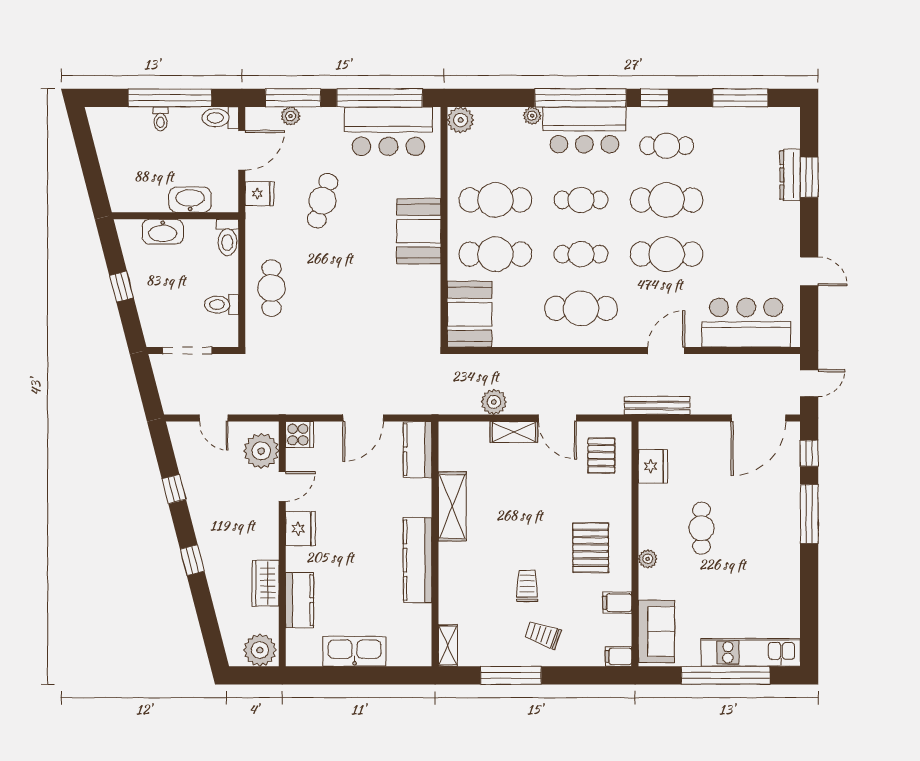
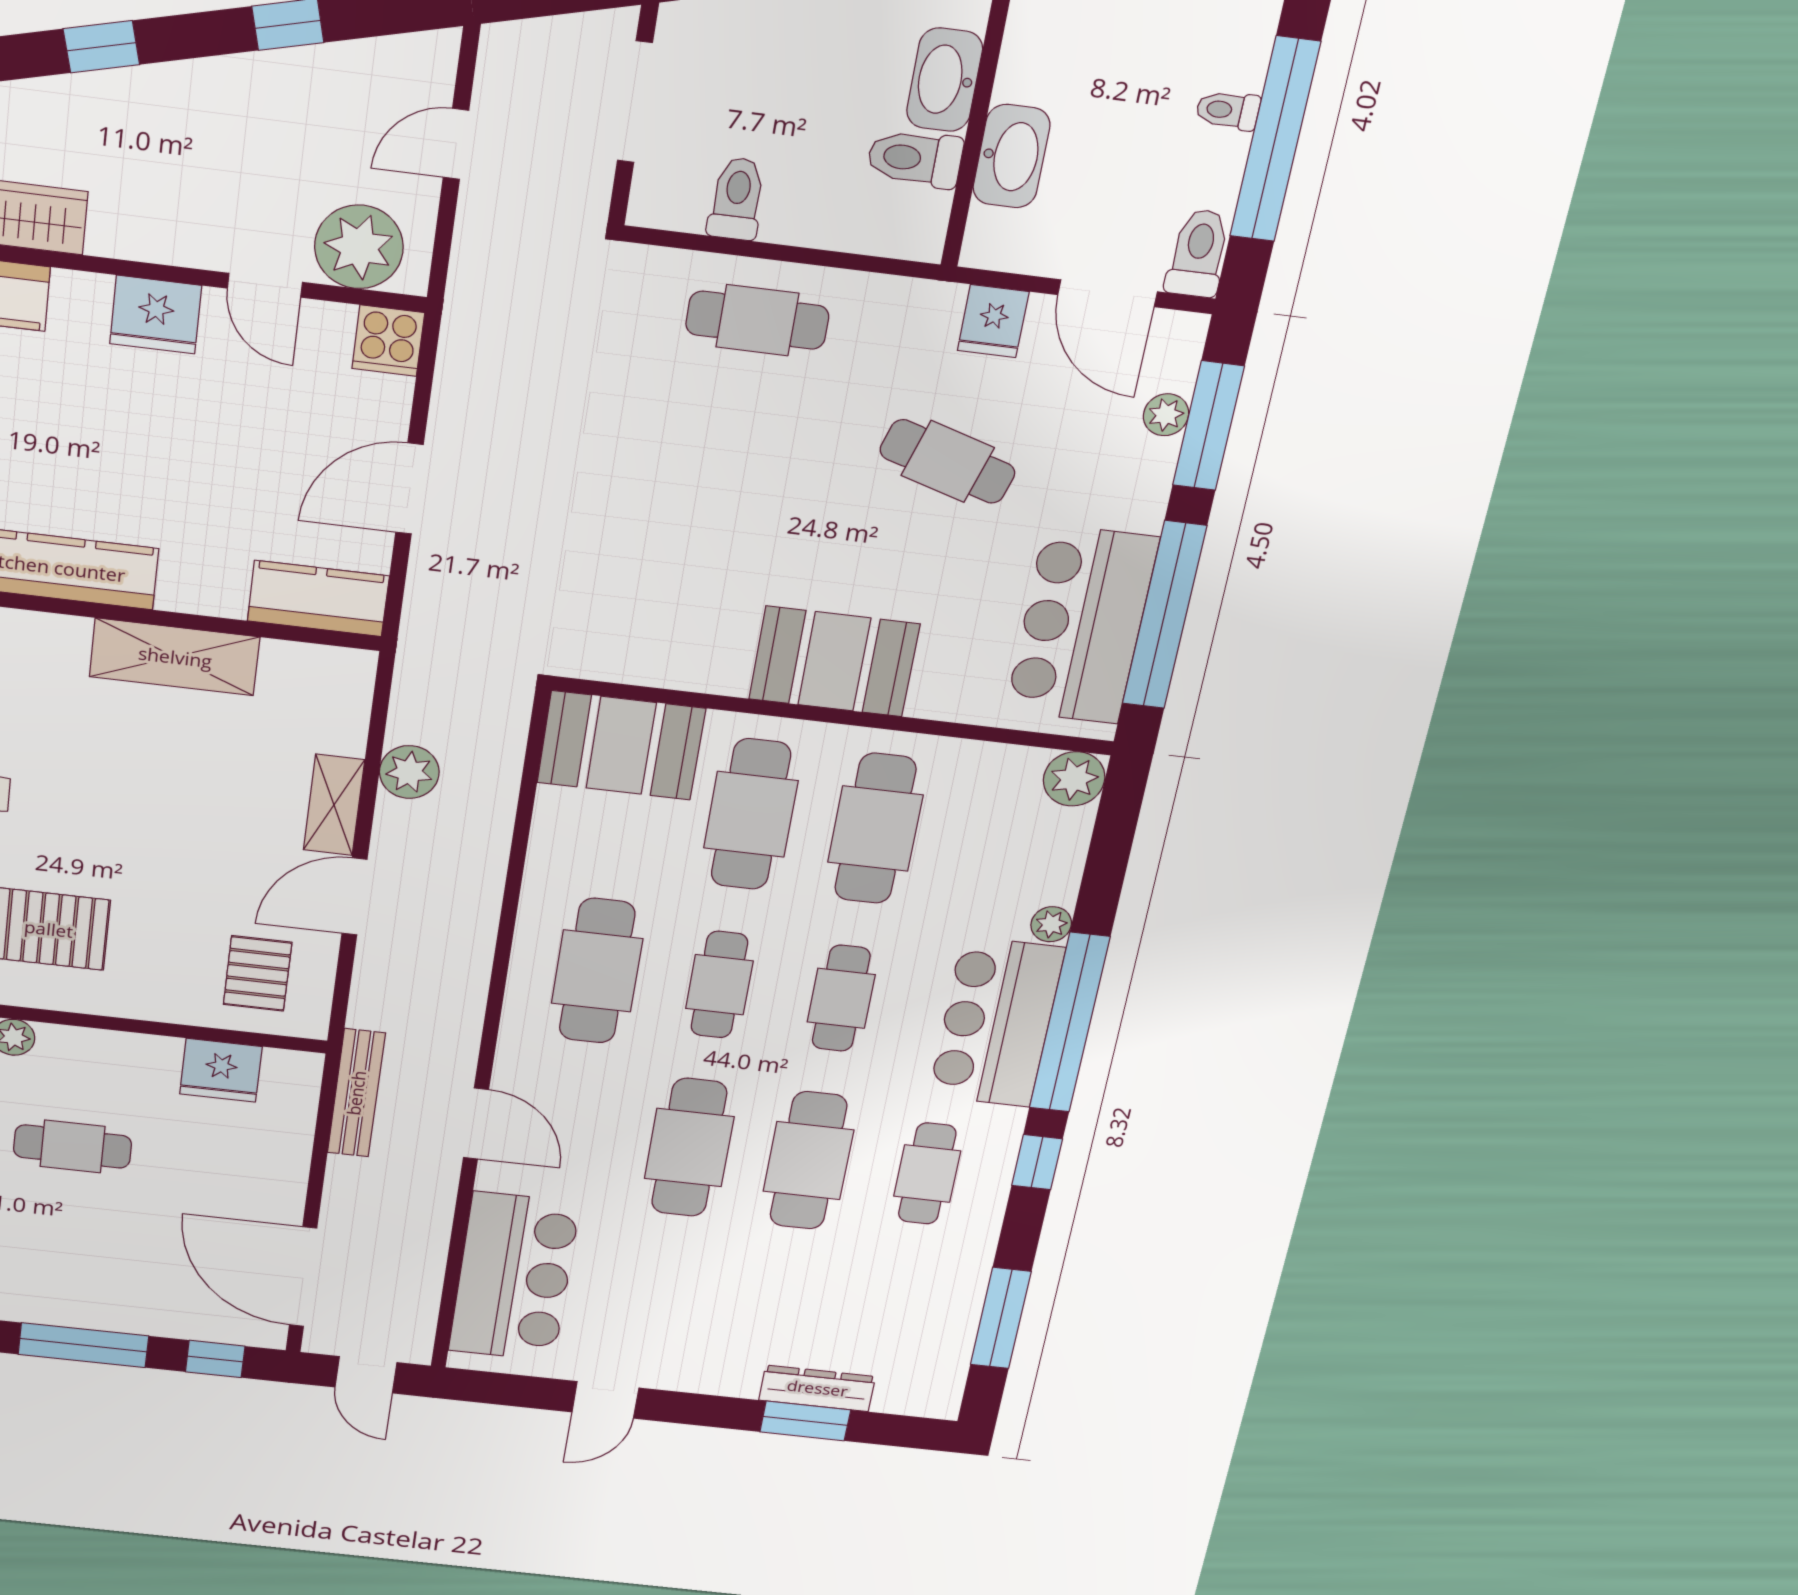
toilet: (227, 237) -> (915, 159), moved
door: (363, 418) -> (409, 489), hinge flipped
pallet: (601, 456) -> (258, 973), turned 90

